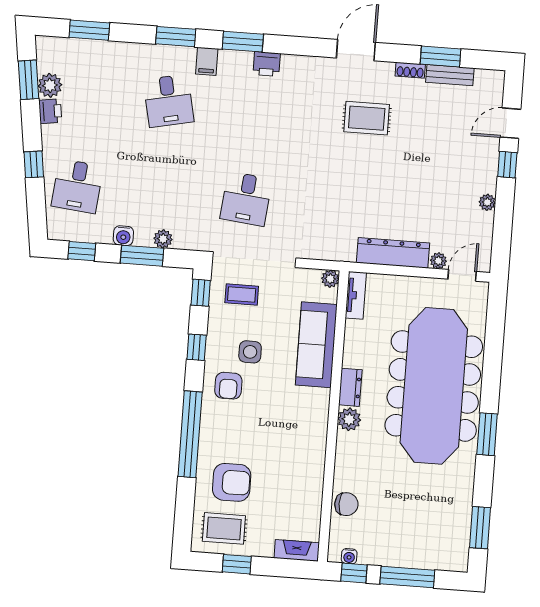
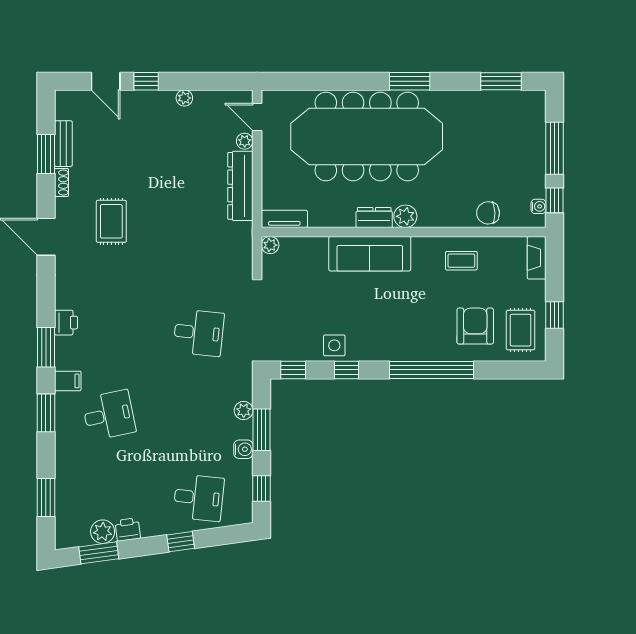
coffee table: (242, 294) -> (461, 261), moved, turned 90
sofa: (316, 345) -> (370, 254), moved
side table: (250, 352) -> (334, 345), moved
armchair: (228, 386) -> (382, 336), removed
chair: (346, 504) -> (488, 213), turned -92

